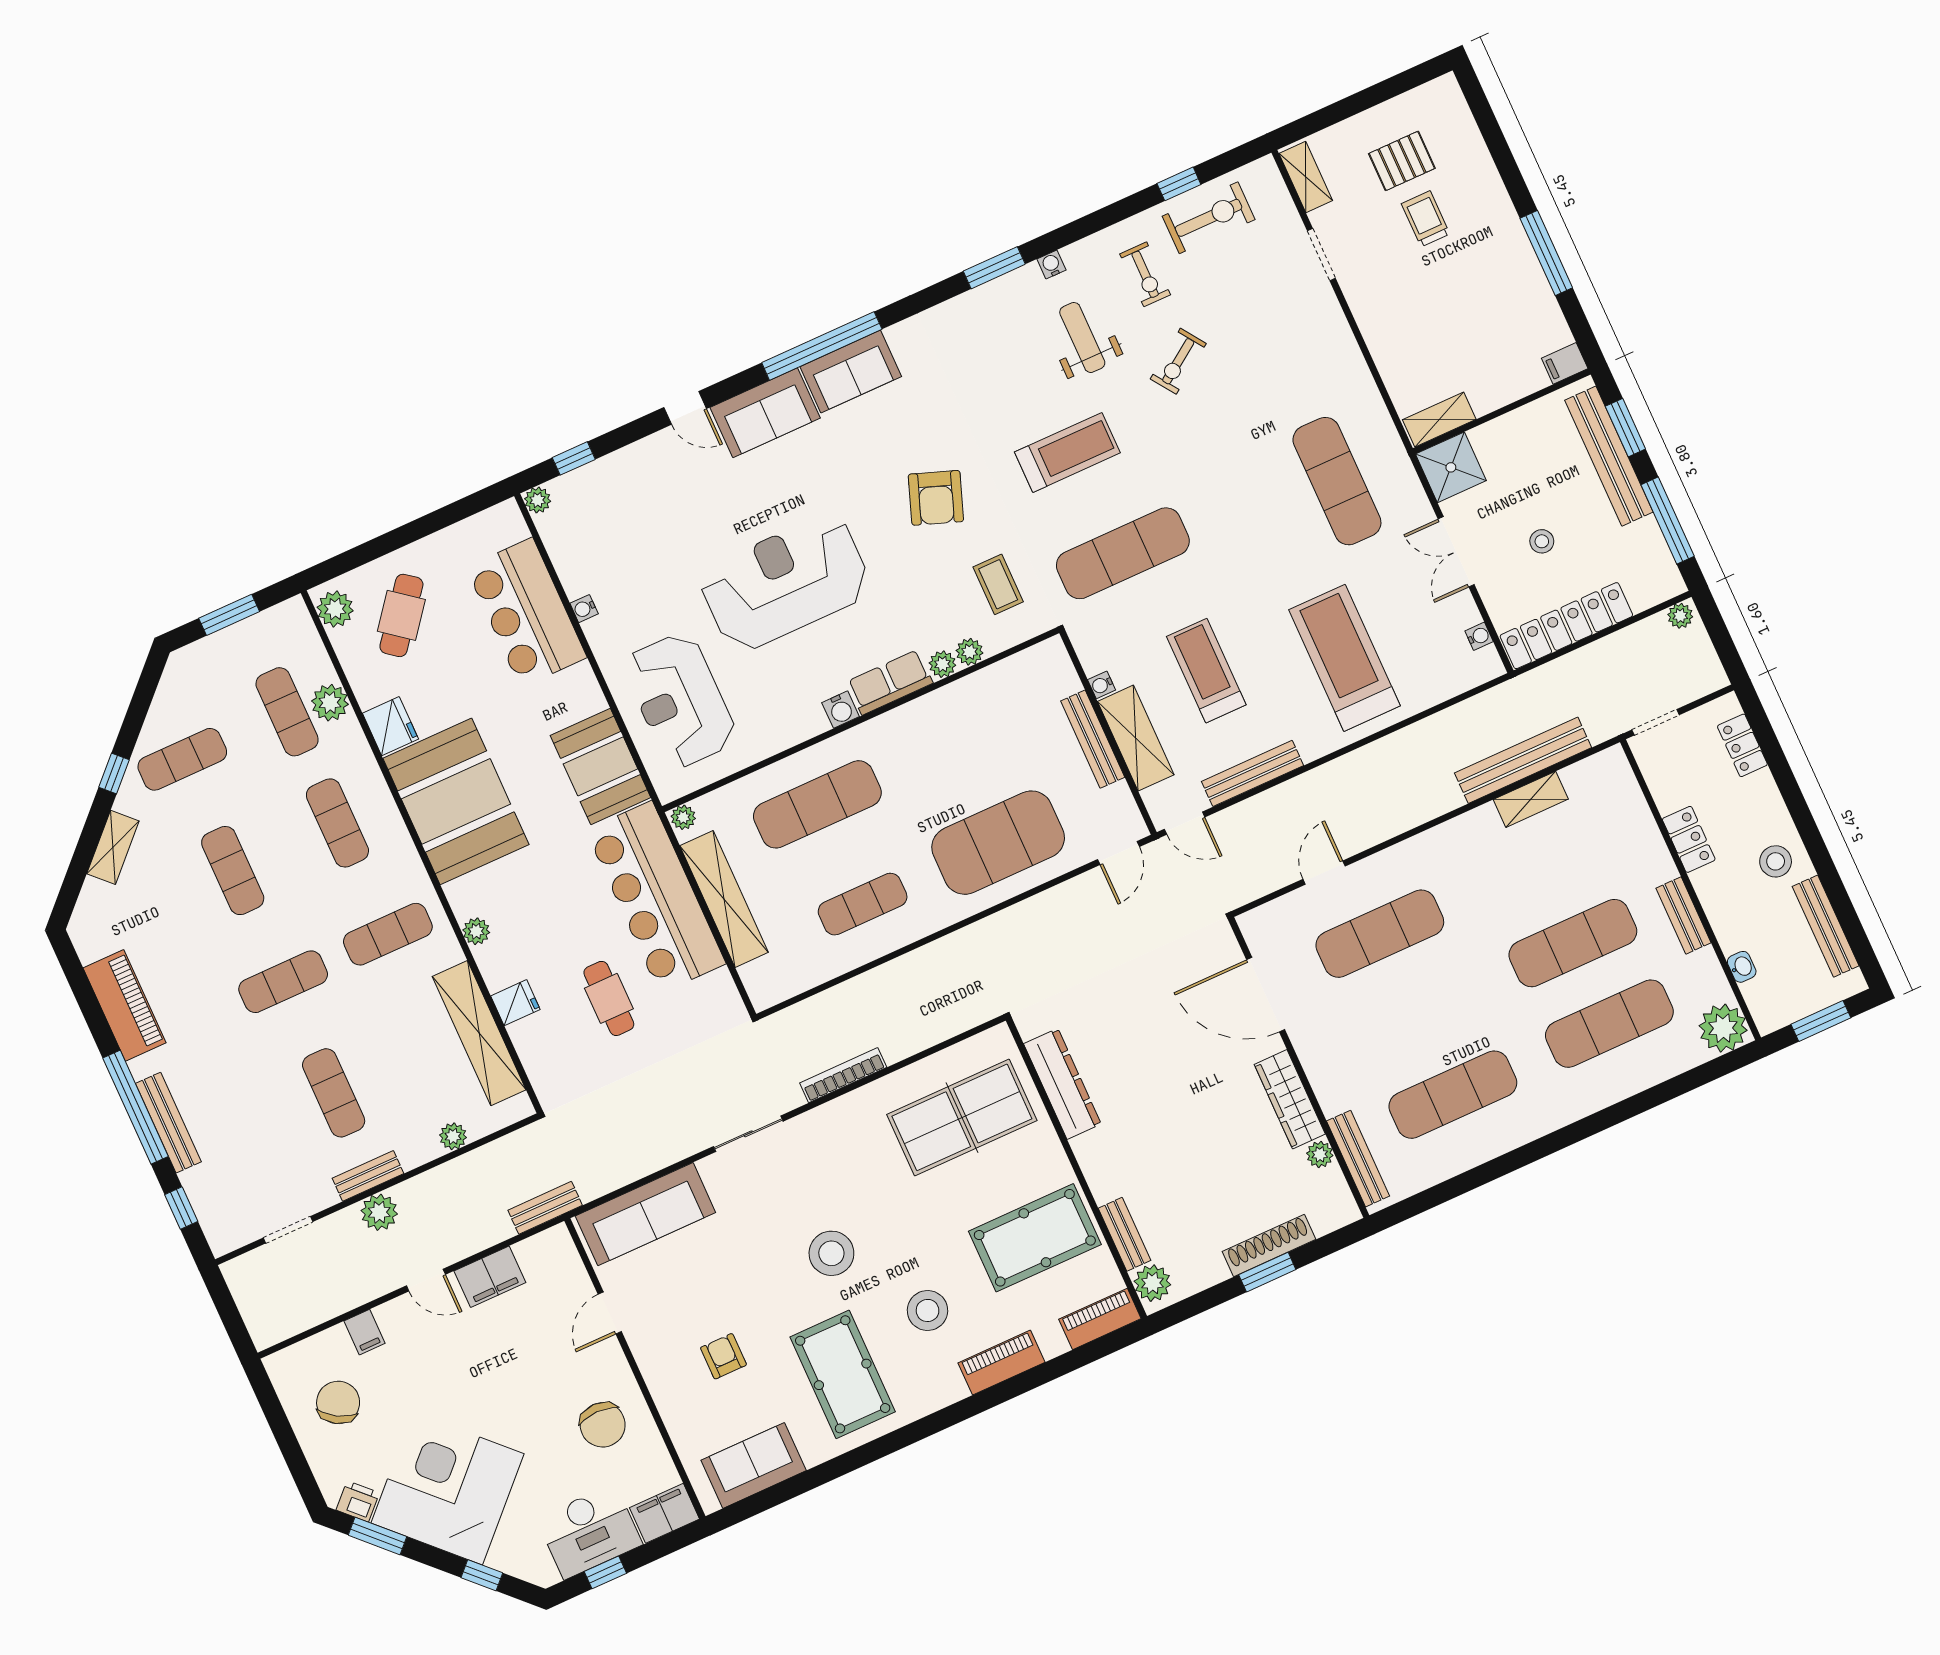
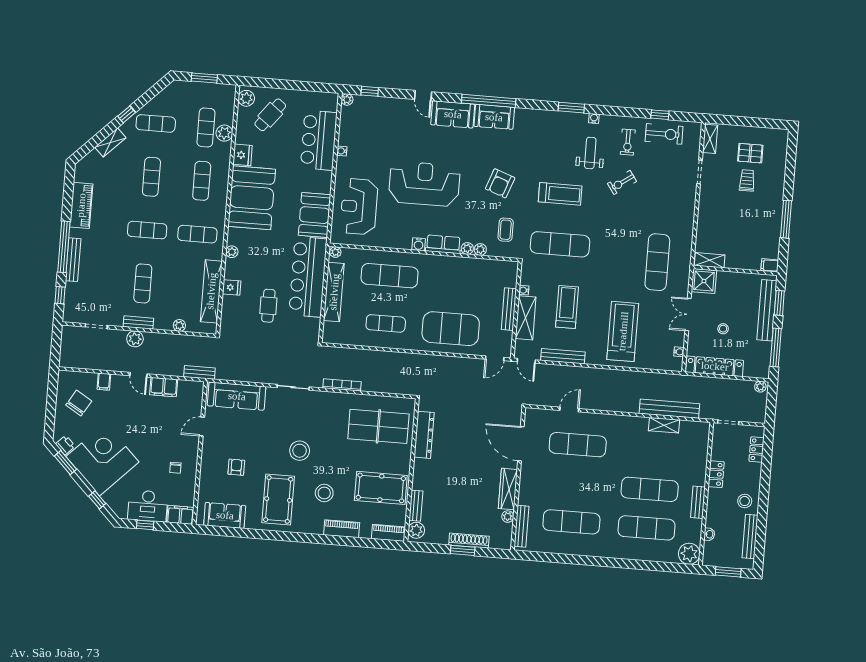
chair: (603, 1425) -> (175, 468), width x0.54, depth x0.54

